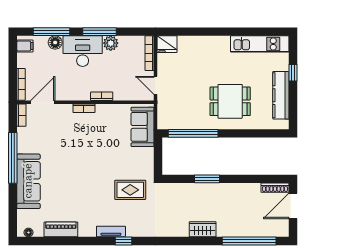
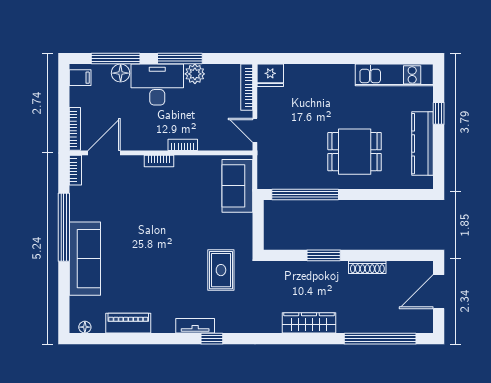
shoe rack: (275, 188) -> (367, 267), moved
rug: (130, 190) -> (221, 270), turned 90
wardrobe: (203, 229) -> (309, 323), width x1.50

